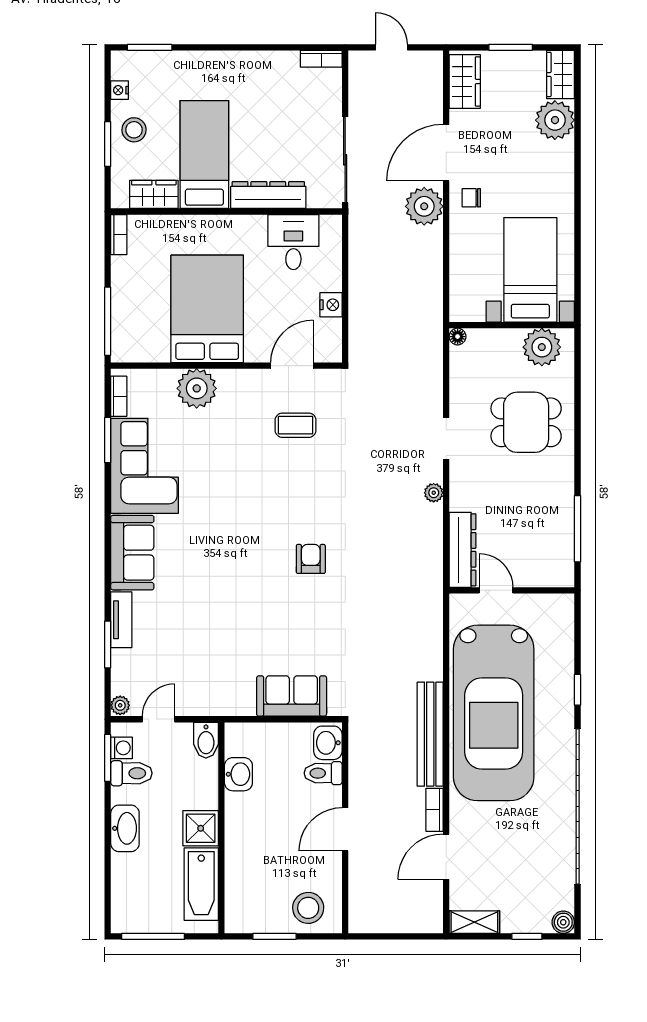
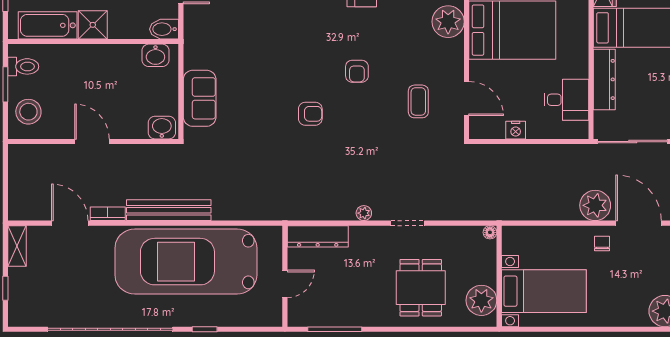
armchair: (258, 501) -> (357, 71), added
door: (496, 590) -> (285, 284), moved
toilet: (323, 773) -> (23, 66), moved, turned 90
washbasin: (238, 774) -> (155, 55), moved
boiler: (563, 922) -> (17, 318), removed

